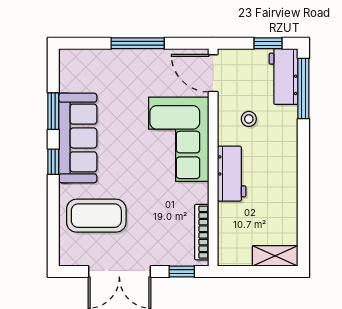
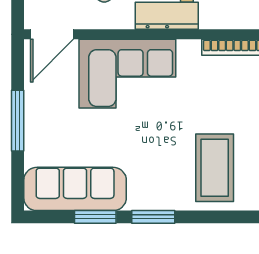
sofa: (78, 138) -> (75, 189), moved
window: (53, 162) -> (153, 217), width x1.50

